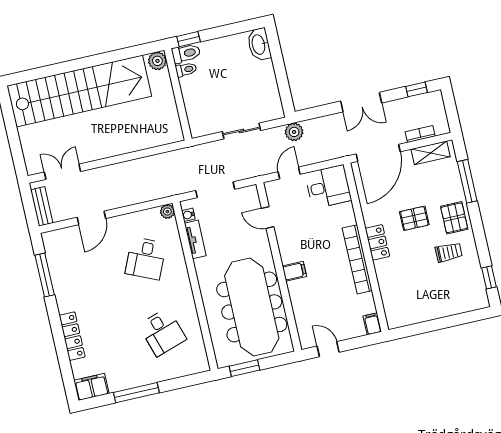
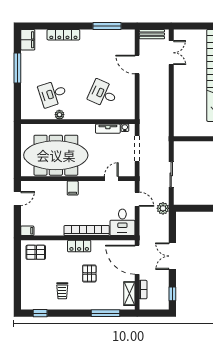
plant: (167, 212) -> (59, 115), moved
pallet: (454, 218) -> (36, 252), moved
bookcase: (357, 259) -> (87, 231), moved
window: (245, 368) -> (17, 142), removed

